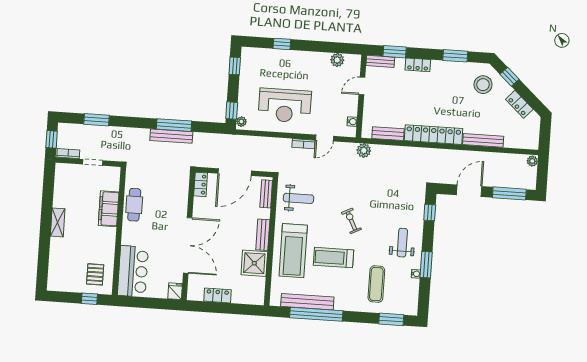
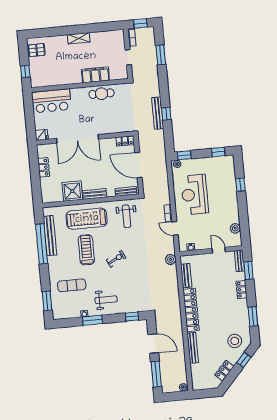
window: (174, 125) -> (166, 114), width x0.46
pallet: (95, 274) -> (37, 50), moved

